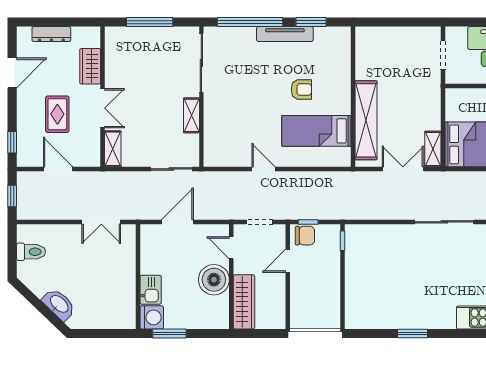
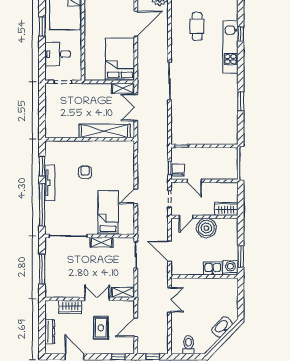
rug: (57, 114) -> (101, 328), turned 90
bed: (316, 131) -> (108, 213), moved, turned 180
wardrobe: (244, 302) -> (226, 209), width x0.67

